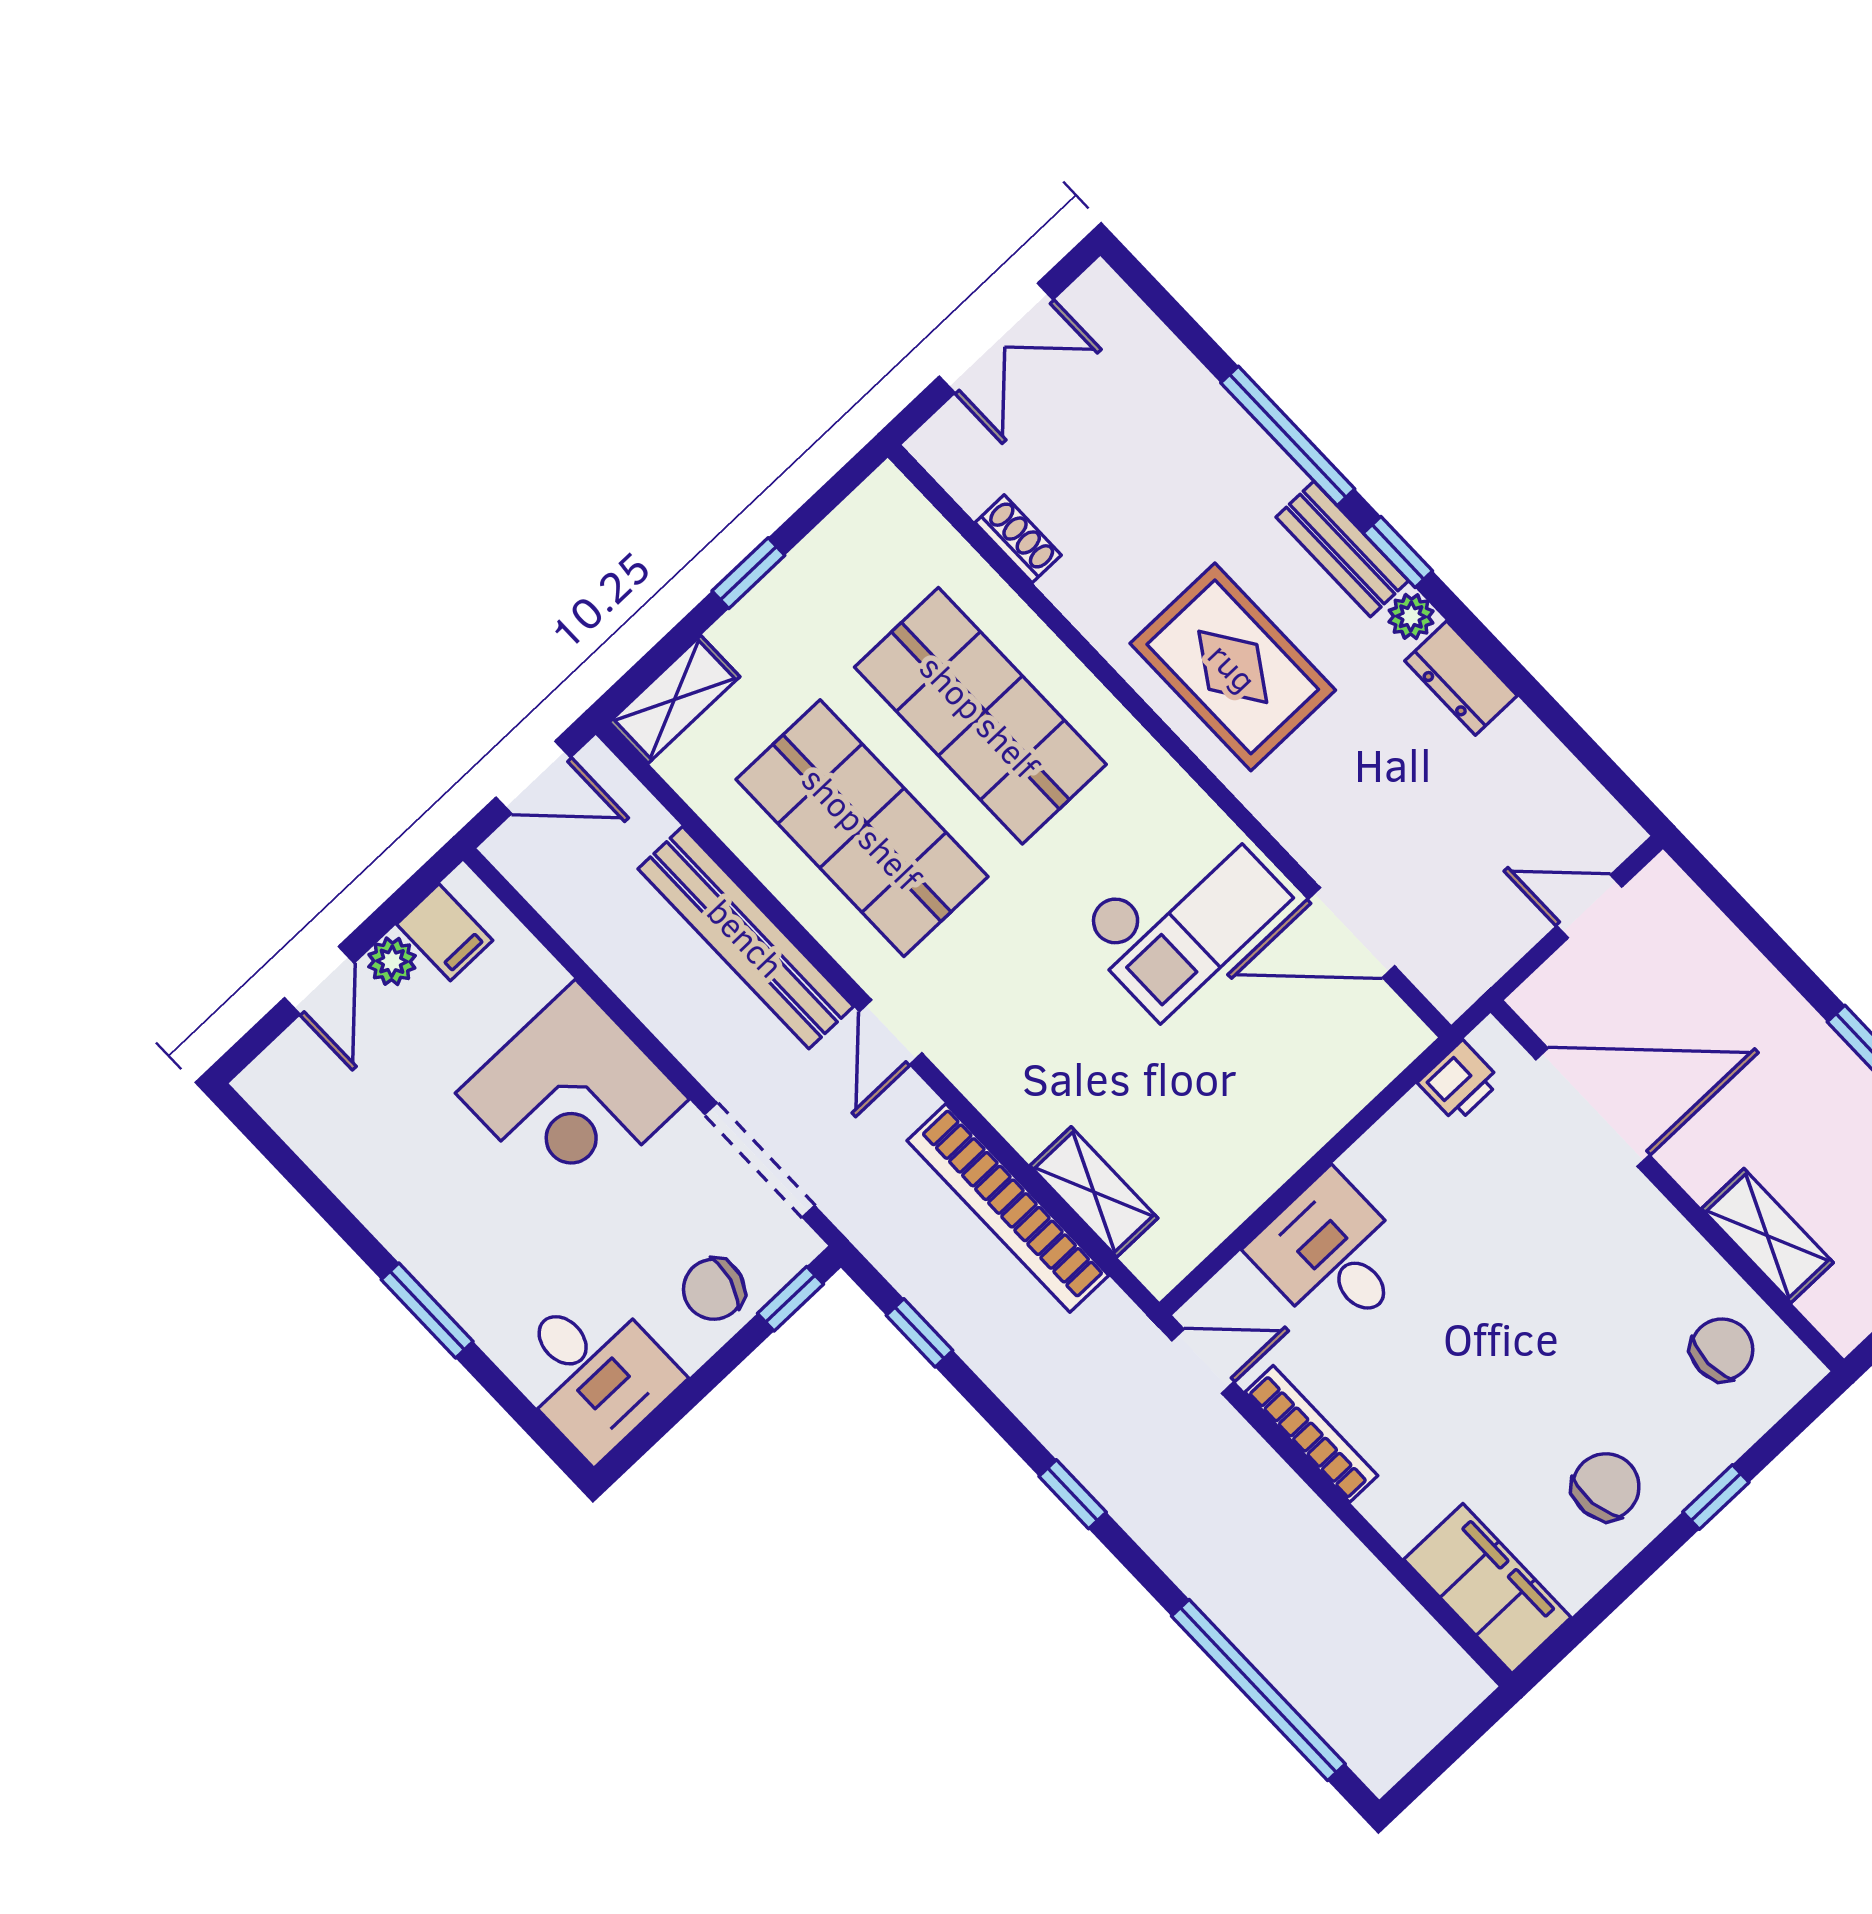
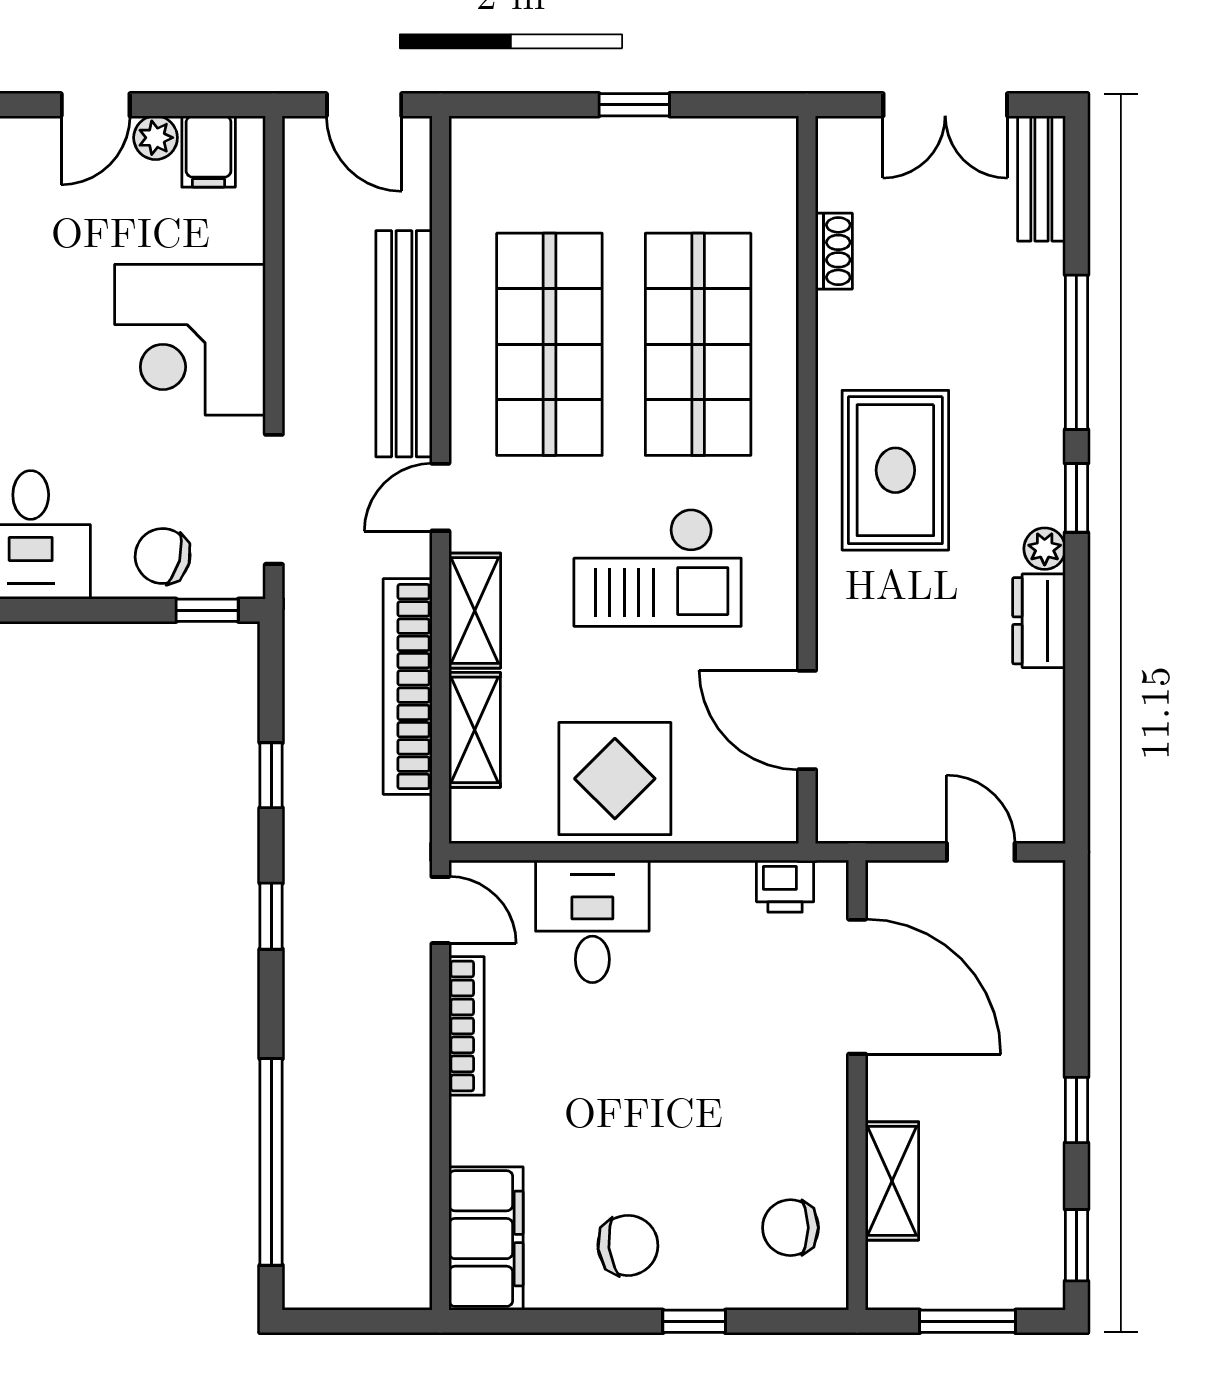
bench: (1342, 549) -> (1041, 178), moved
shelving: (674, 699) -> (475, 611), moved, turned 90
checkout: (1183, 914) -> (658, 568), moved
display table: (1242, 1125) -> (615, 779), added
window: (919, 1333) -> (271, 775), moved
chair: (1722, 1350) -> (790, 1228), turned 180

